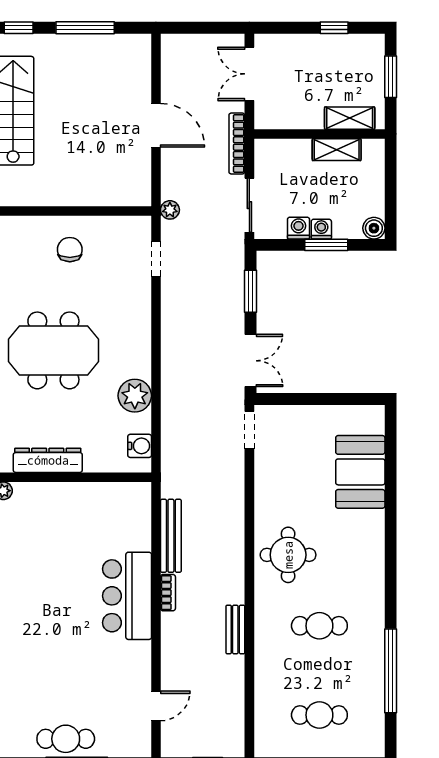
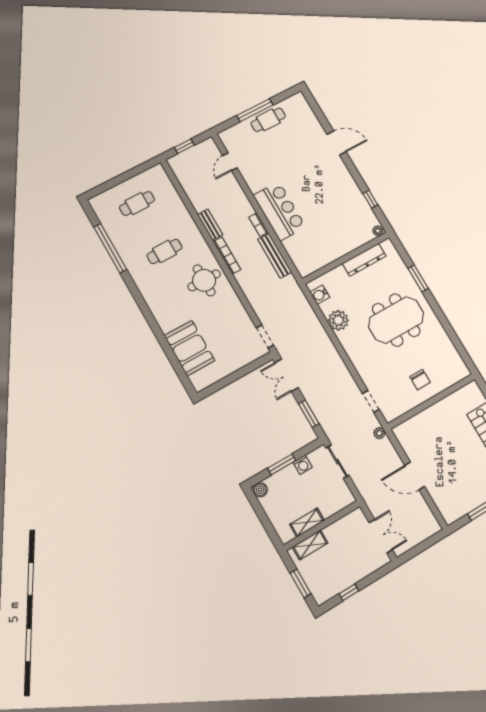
bookcase: (237, 143) -> (227, 256), moved
washing machine: (321, 229) -> (290, 472), removed

